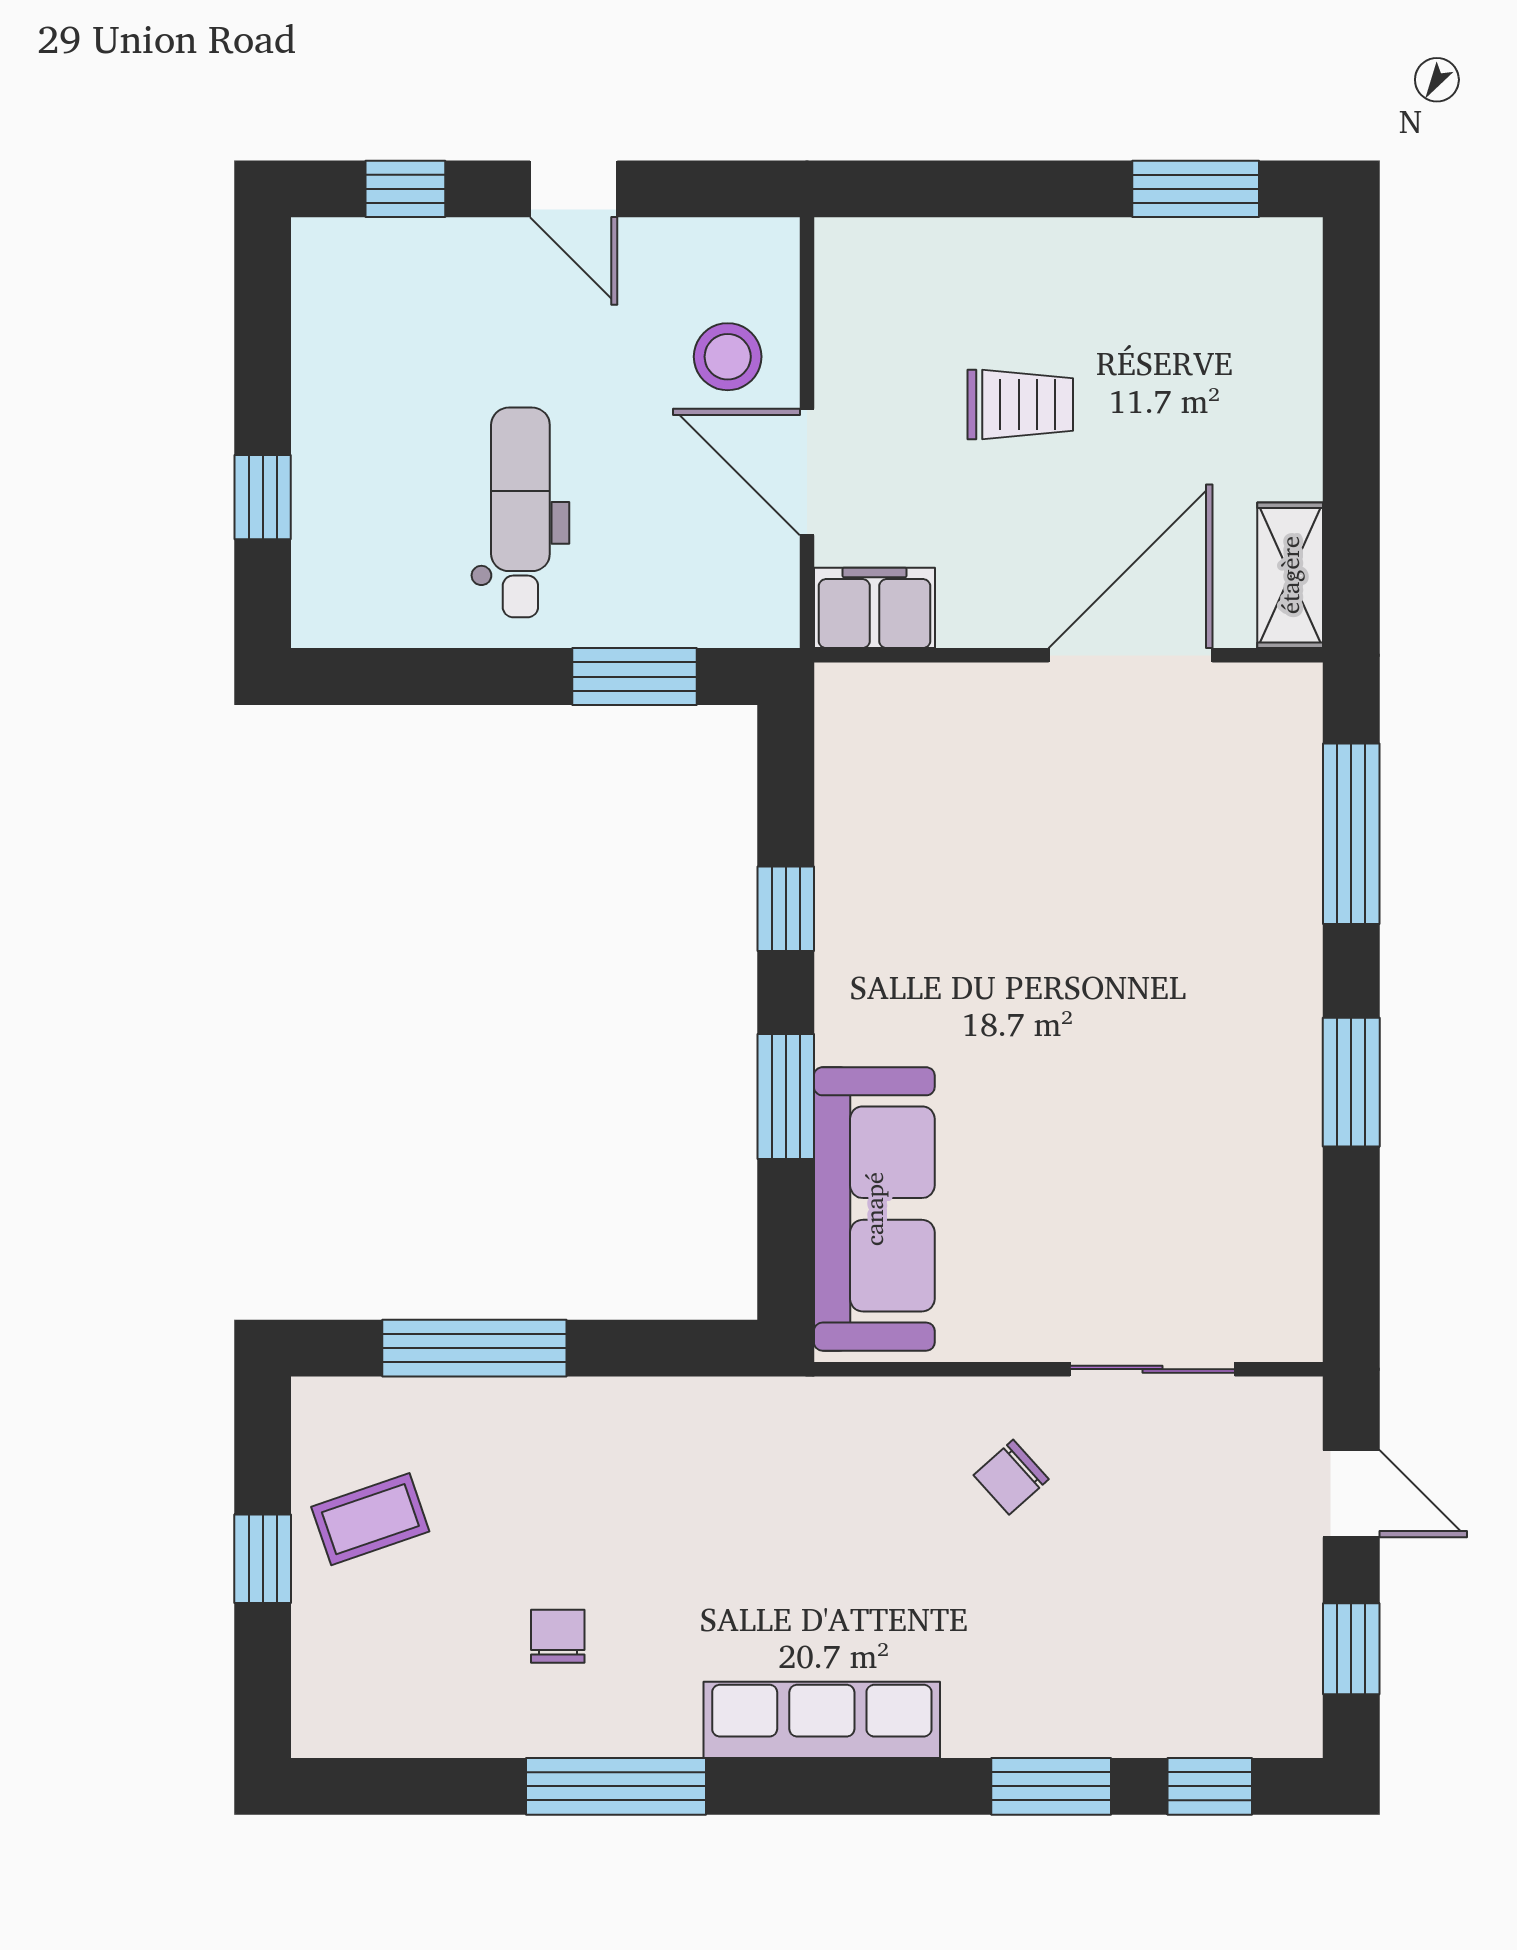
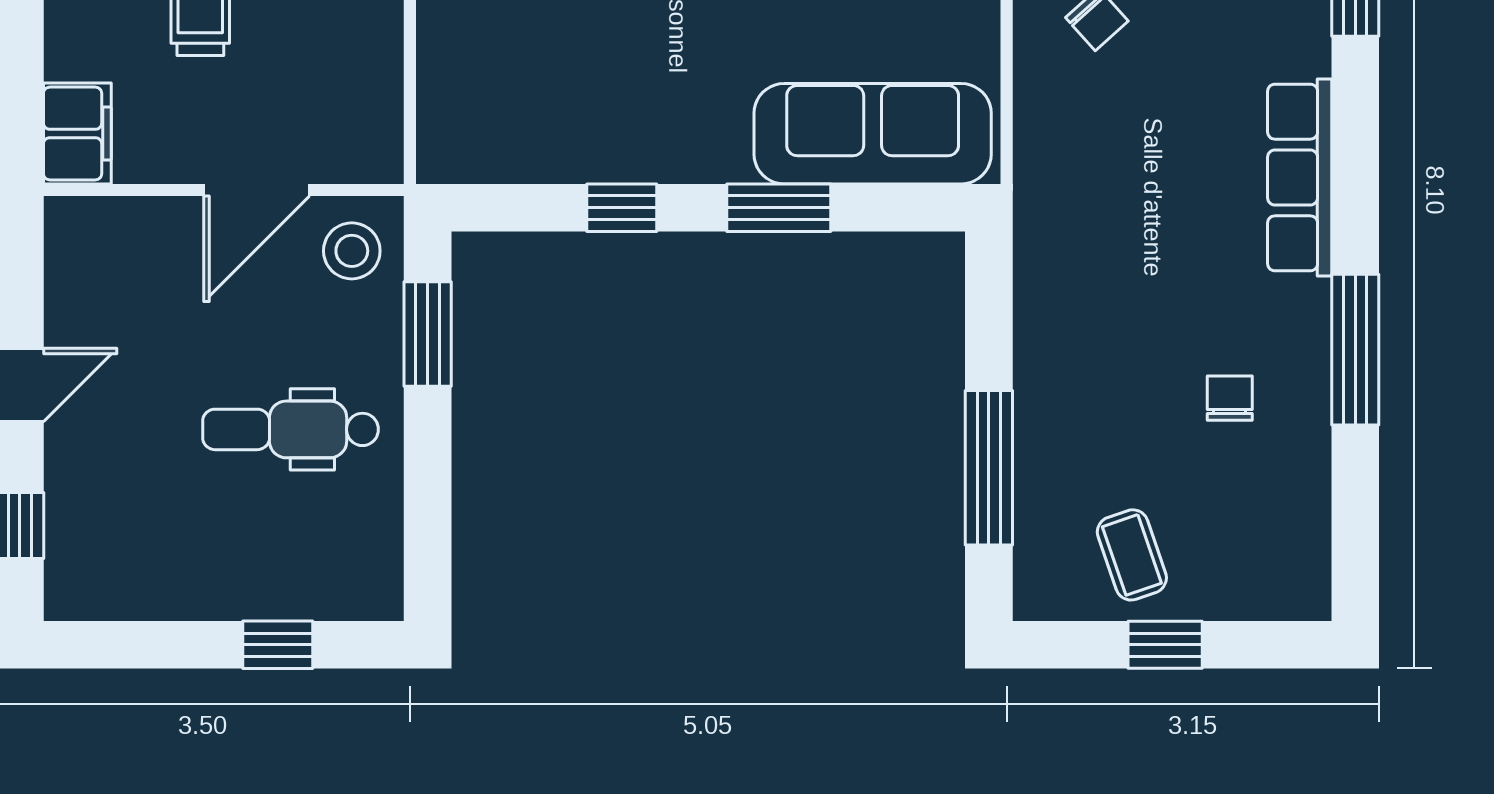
stool: (728, 357) -> (352, 251), moved
filing cabinet: (874, 608) -> (77, 133), moved, turned 180
chair: (558, 1636) -> (1230, 398), turned 90

